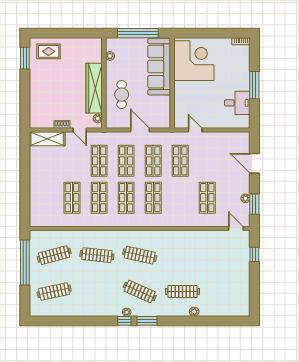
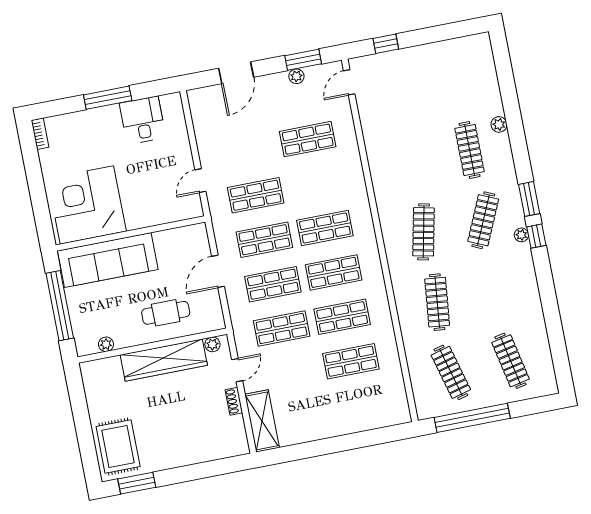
rug: (49, 51) -> (118, 447), width x1.36, depth x1.43

